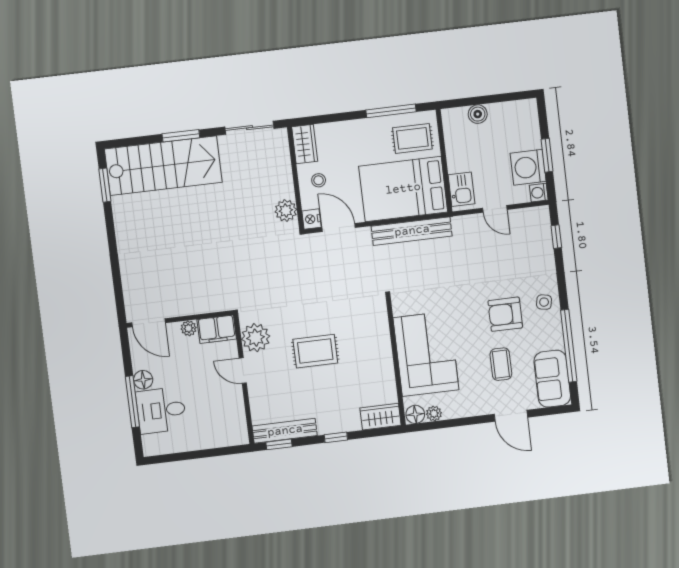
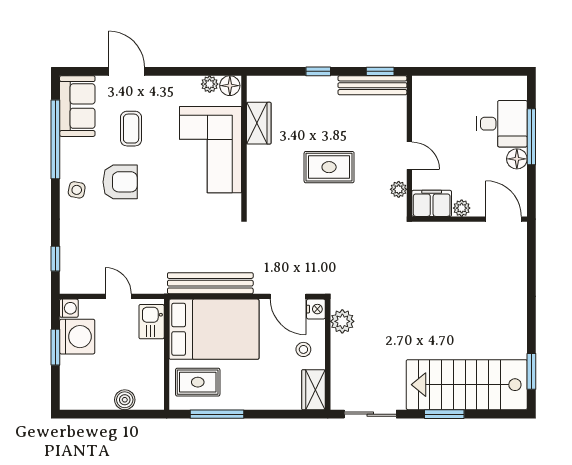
plant: (256, 338) -> (399, 189), width x0.53, depth x0.53
wardrobe: (380, 417) -> (259, 123), moved, turned -90

